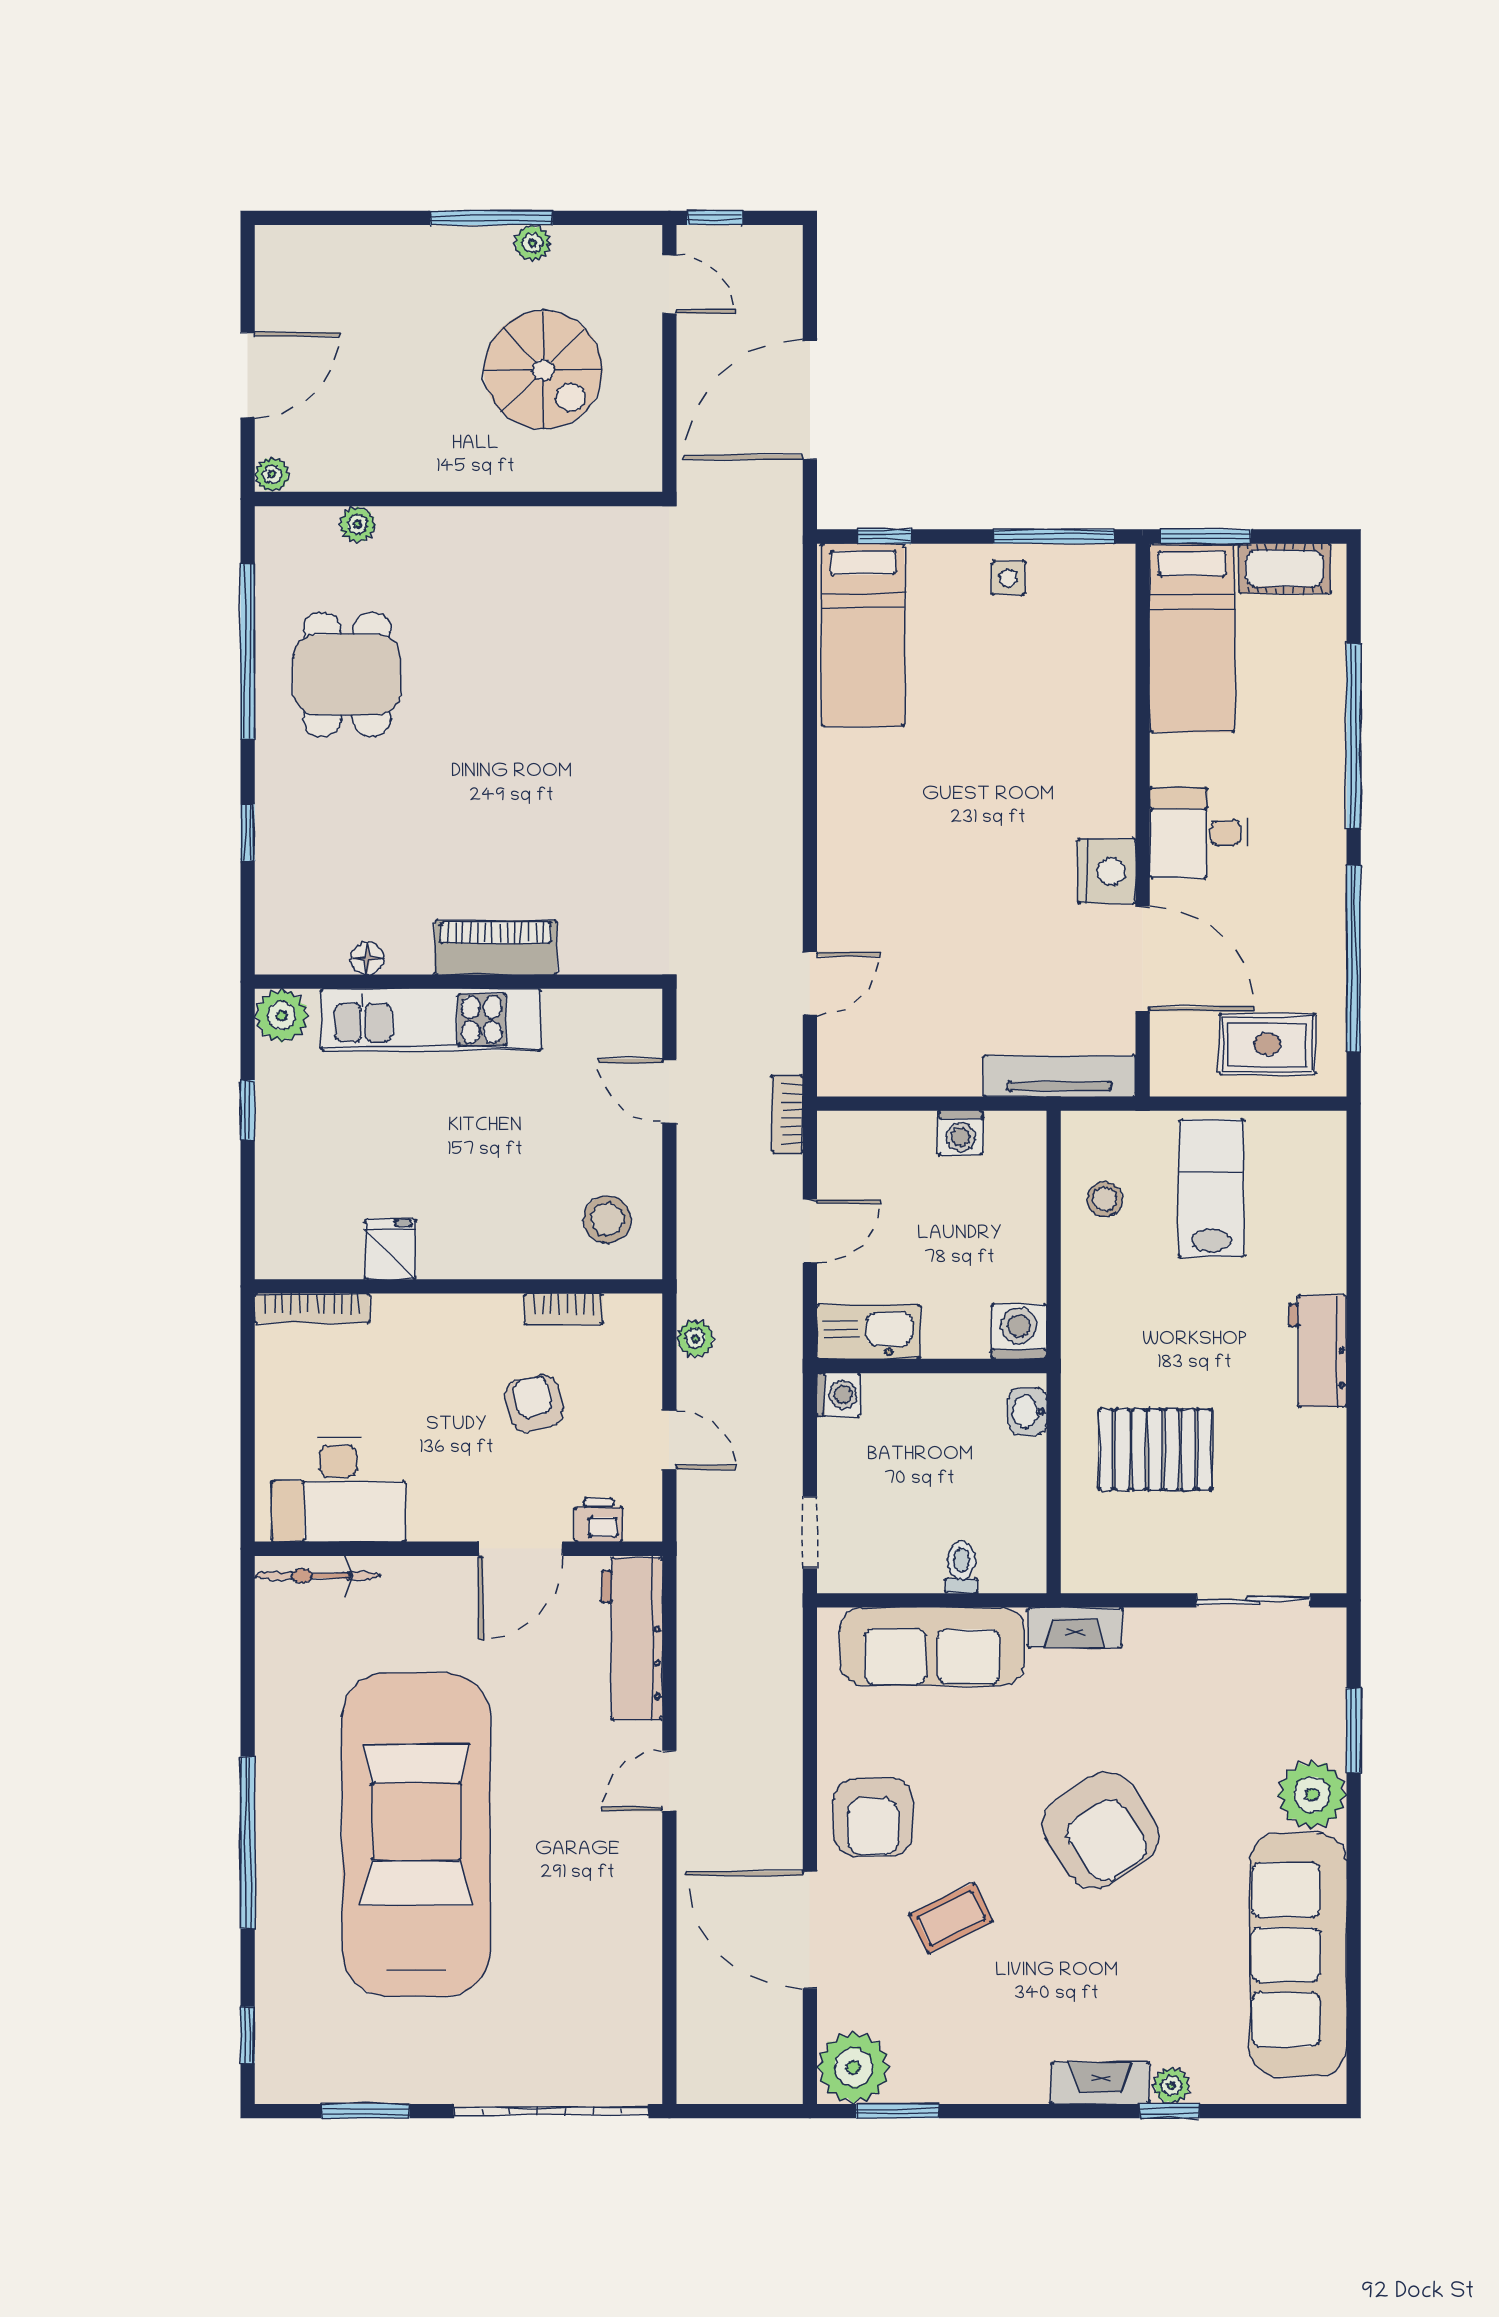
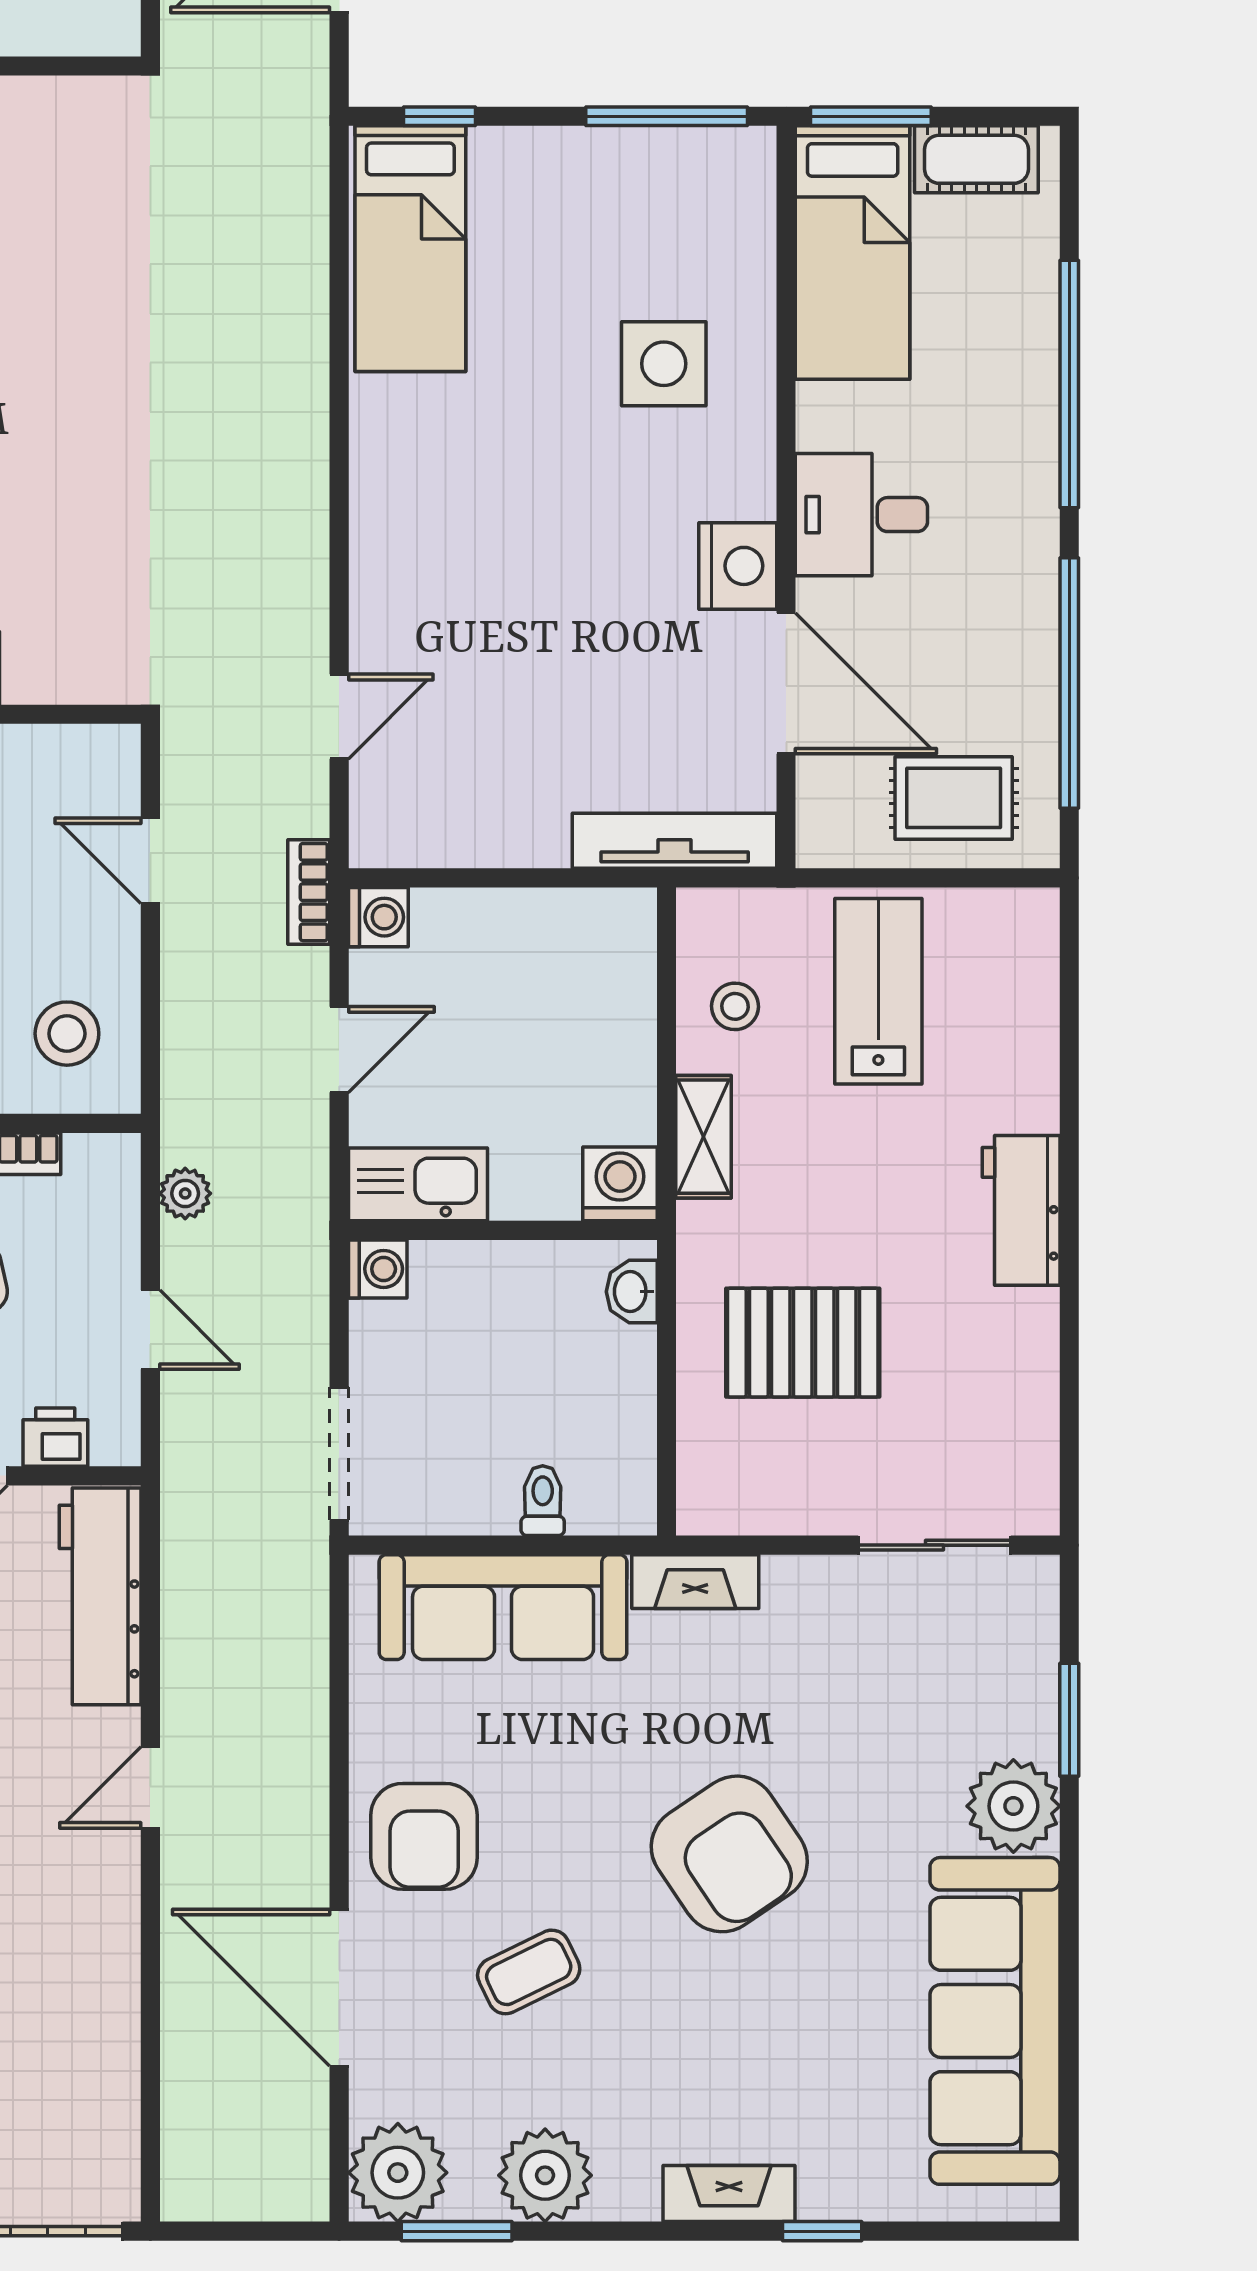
side table: (1008, 578) -> (664, 364), moved, width x1.87, depth x1.87
washing machine: (961, 1133) -> (378, 917), moved, turned -90
shelving: (1081, 1296) -> (704, 1137), added
doorway: (810, 1532) -> (339, 1454), width x1.38
plant: (1171, 2086) -> (545, 2175), moved, width x1.88, depth x1.88

